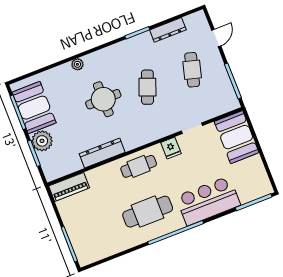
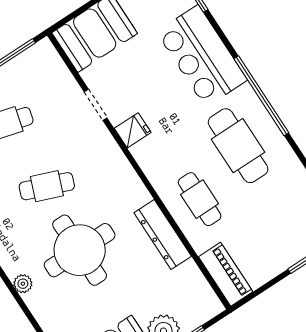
plant: (77, 64) -> (23, 284), moved
round table: (103, 99) -> (80, 250), width x1.36, depth x1.36
cafe table: (139, 166) -> (200, 199), moved

